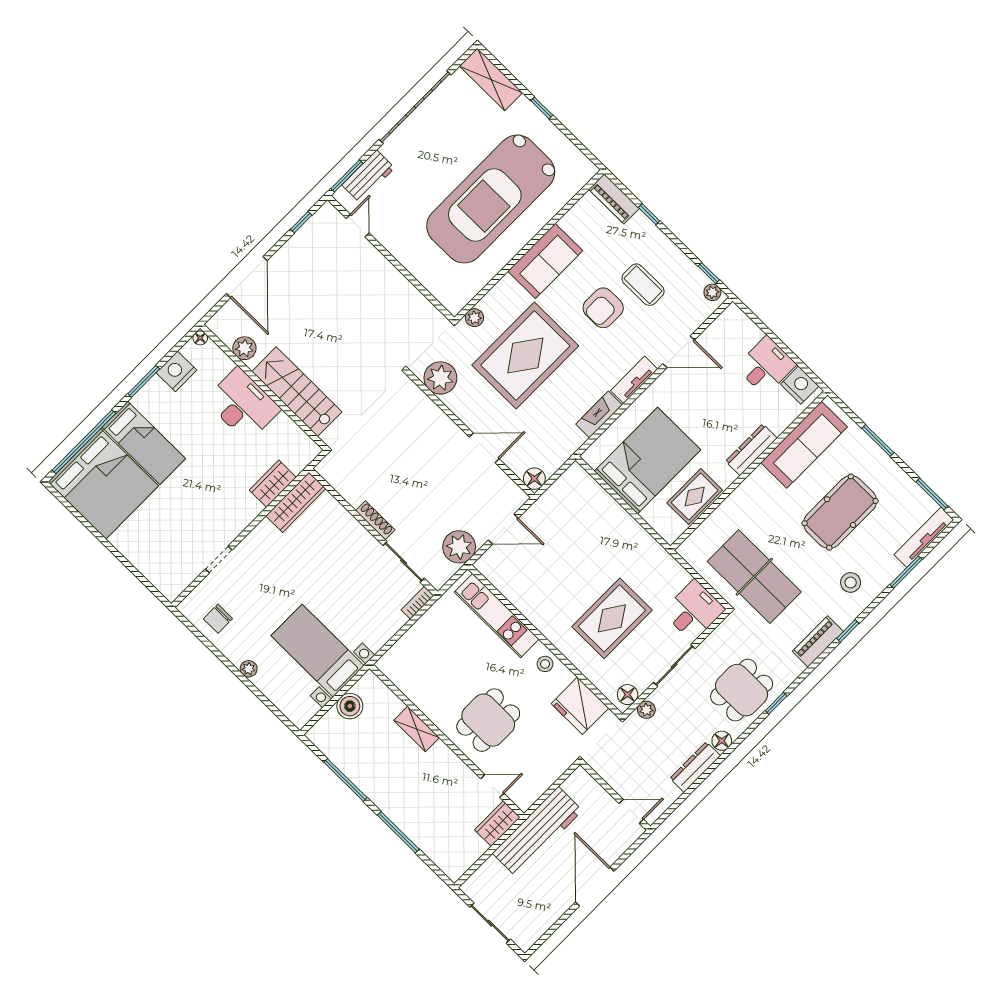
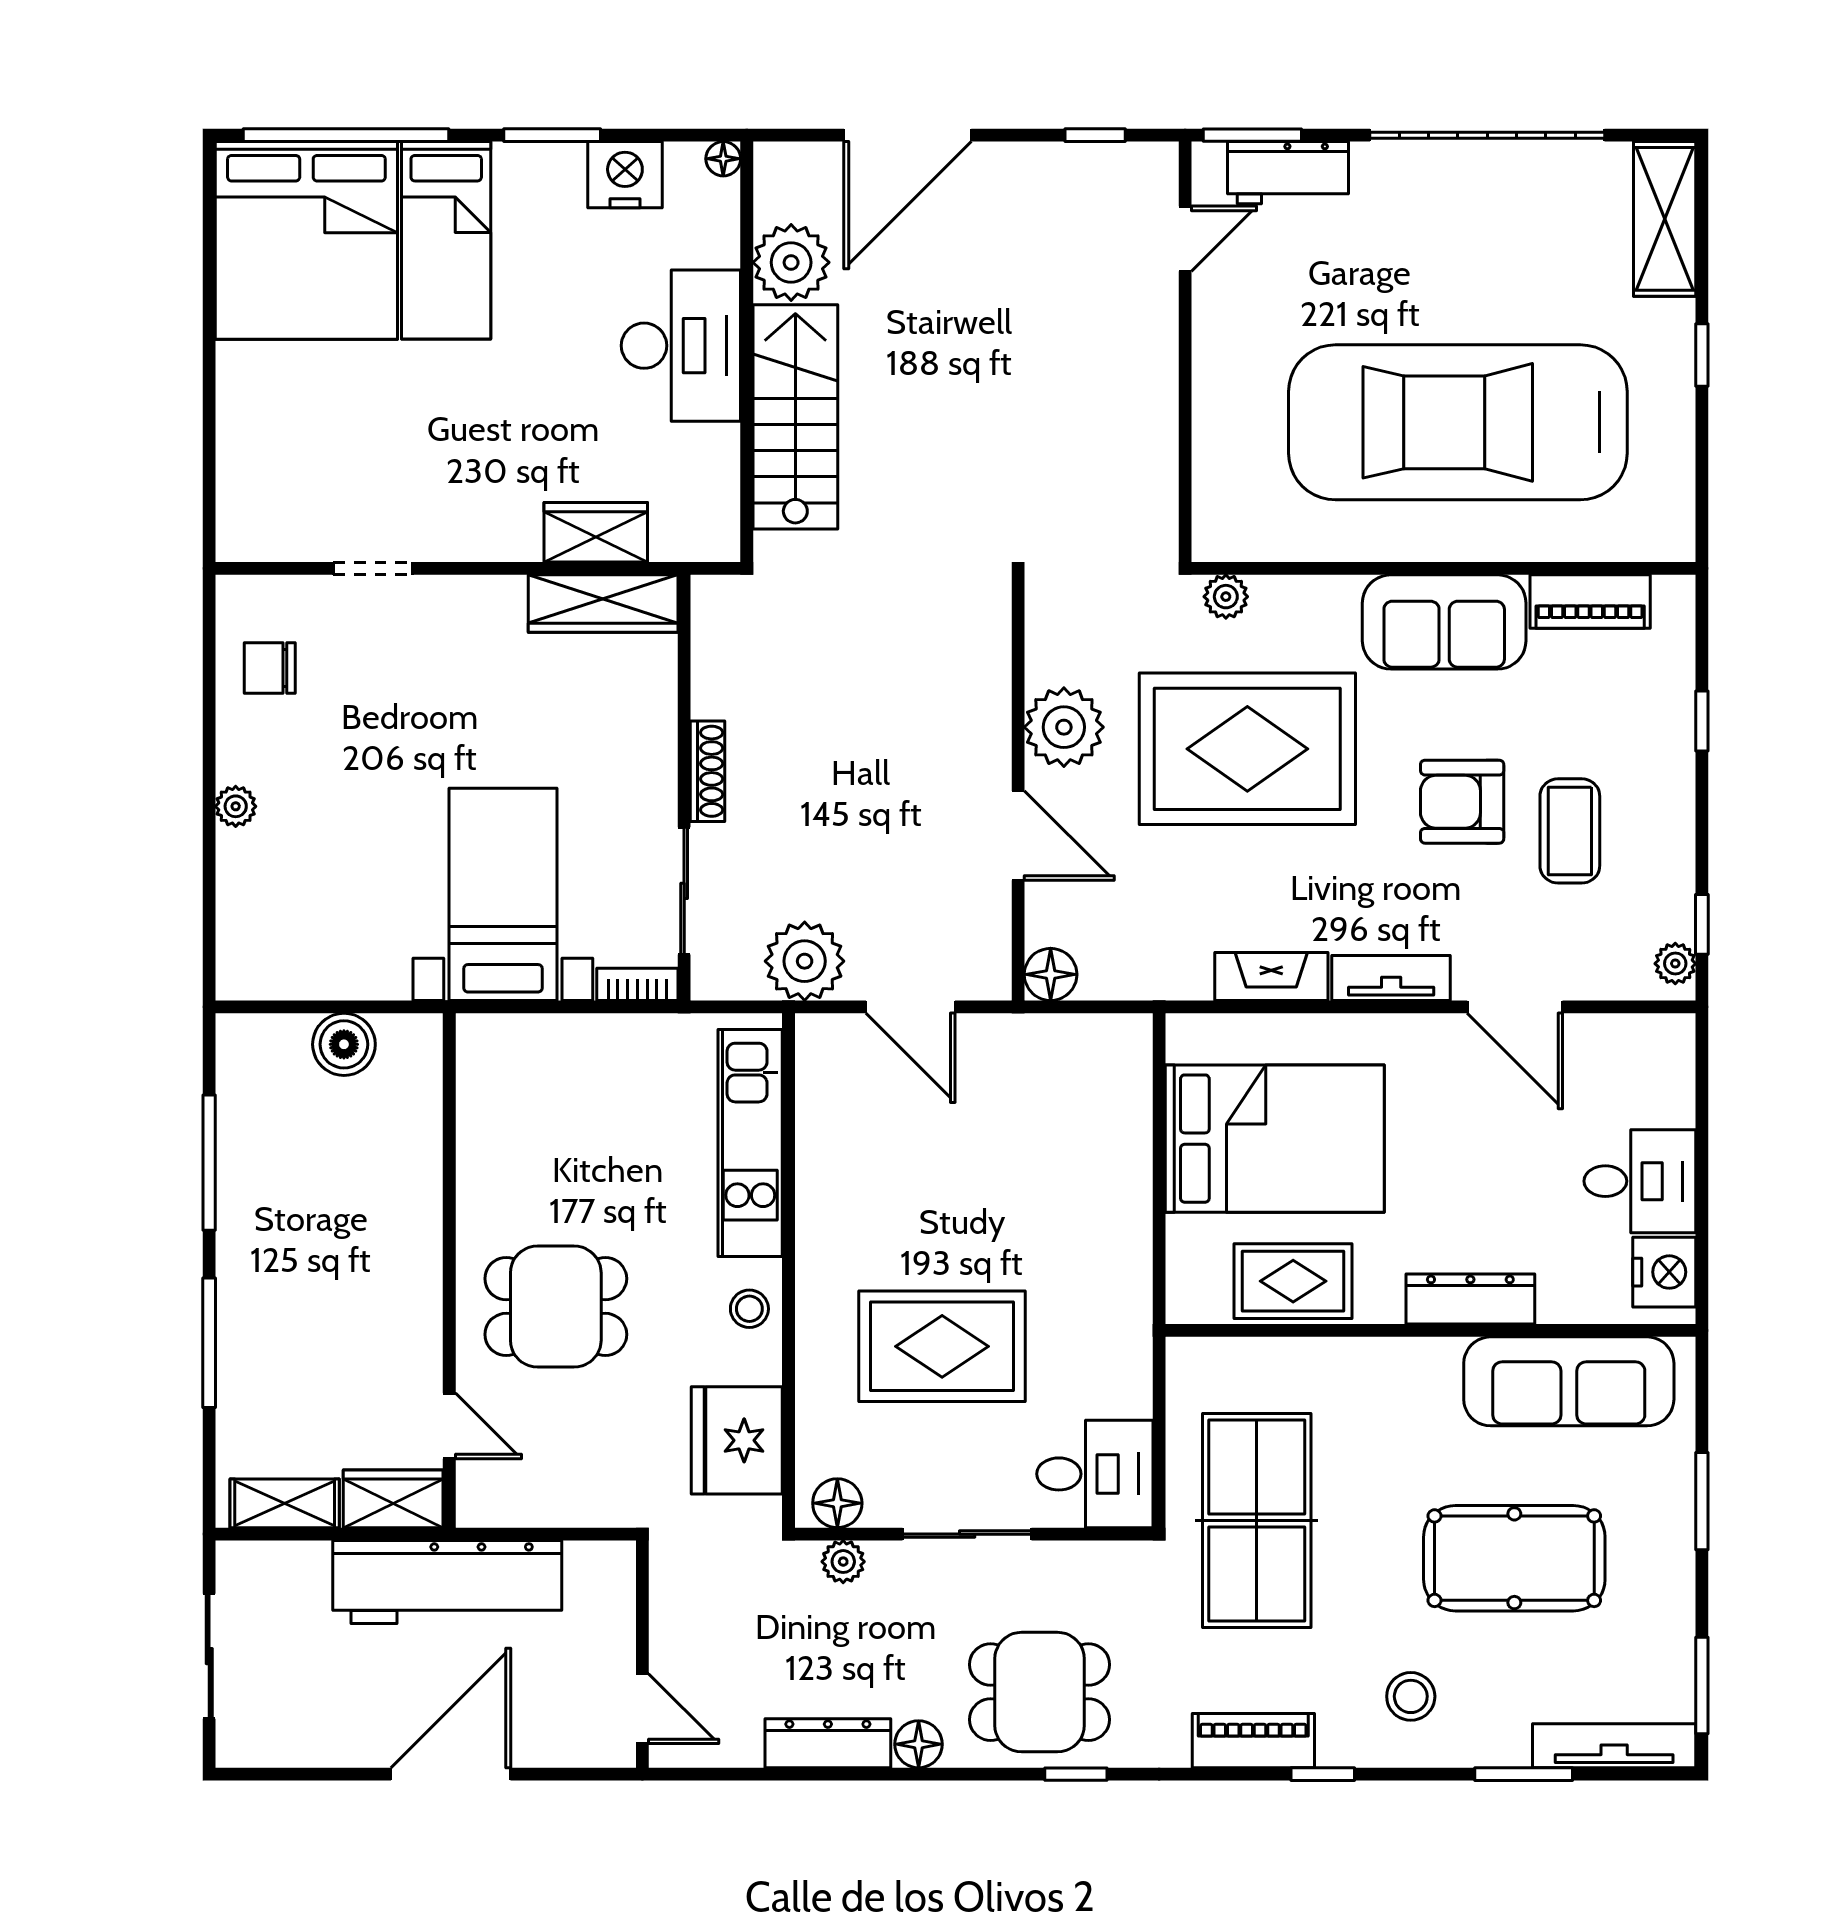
piano: (614, 199) -> (1590, 602), moved, turned -90
plant: (244, 348) -> (791, 262), width x1.36, depth x1.36
plant: (440, 378) -> (1064, 727), moved
bed with nightstands: (318, 651) -> (503, 894), moved
shelving: (417, 729) -> (285, 1503), moved, turned 90

